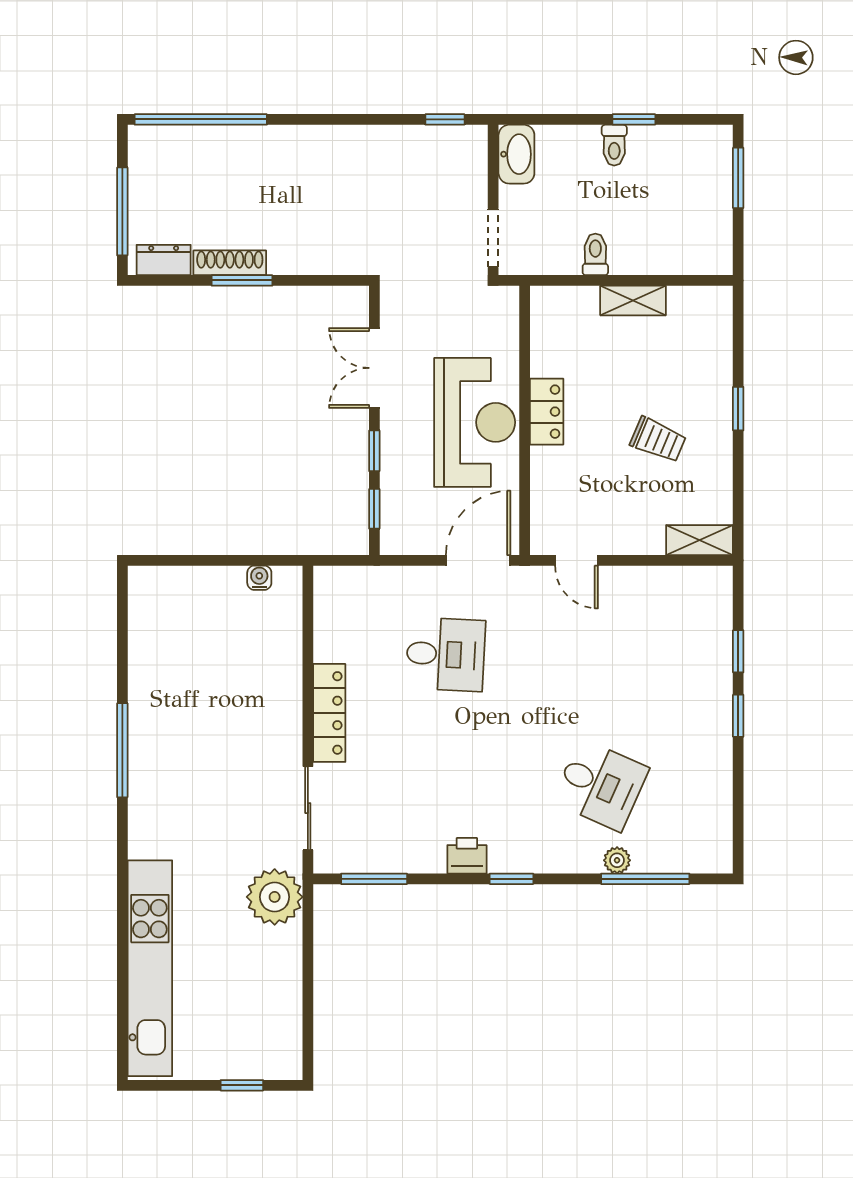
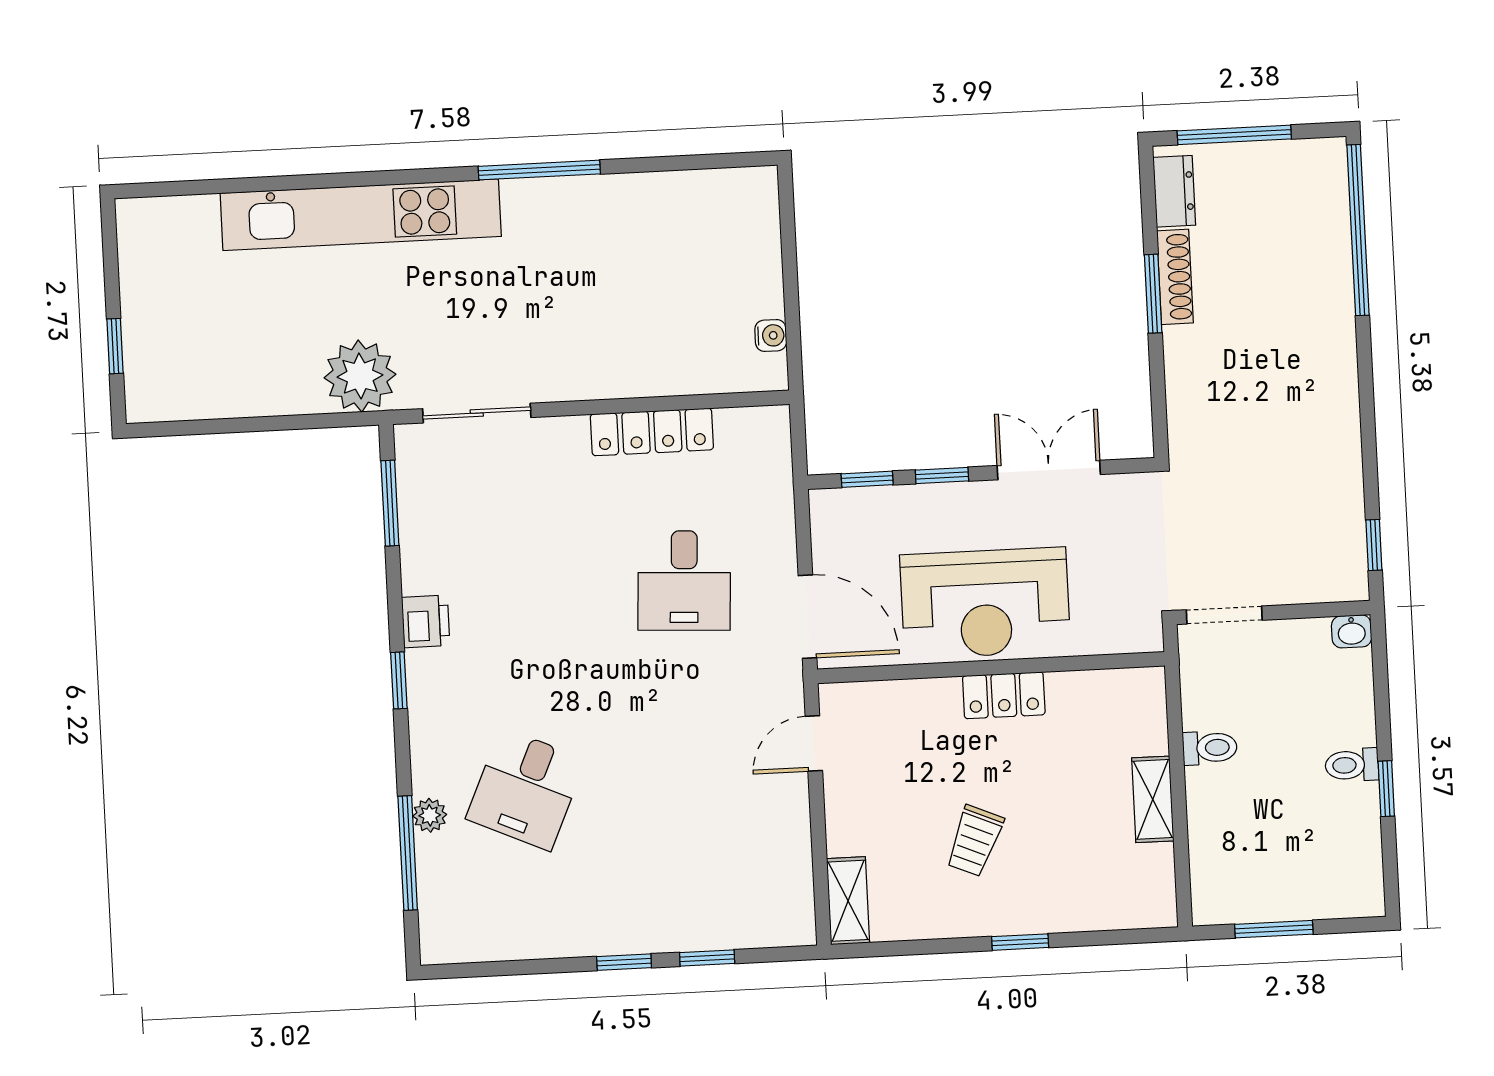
washbasin: (516, 154) -> (1352, 631), width x0.52, depth x0.69
window: (738, 178) -> (1274, 929), moved
locker: (329, 713) -> (652, 432), moved
kitchen unit: (150, 968) -> (361, 215), moved

